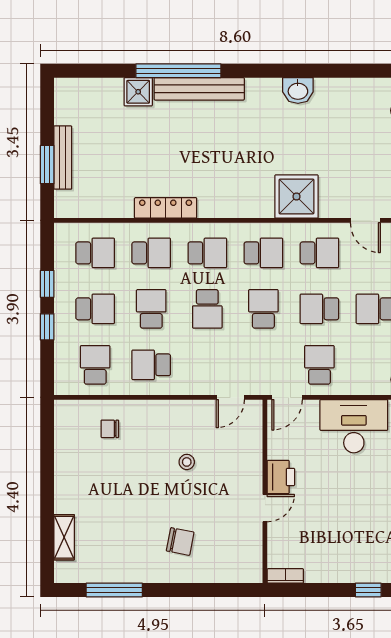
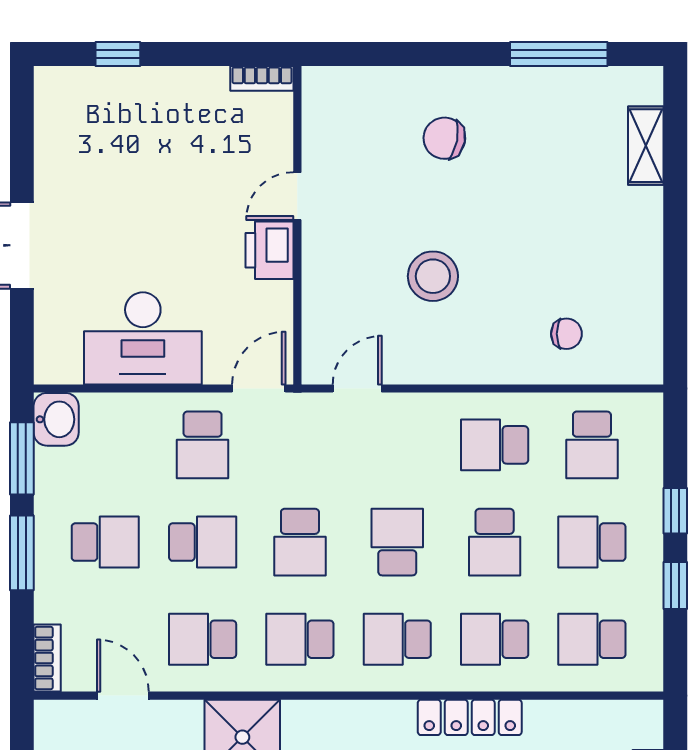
school desk: (151, 365) -> (495, 445), turned 180
stool: (187, 462) -> (433, 276), width x1.89, depth x1.89

